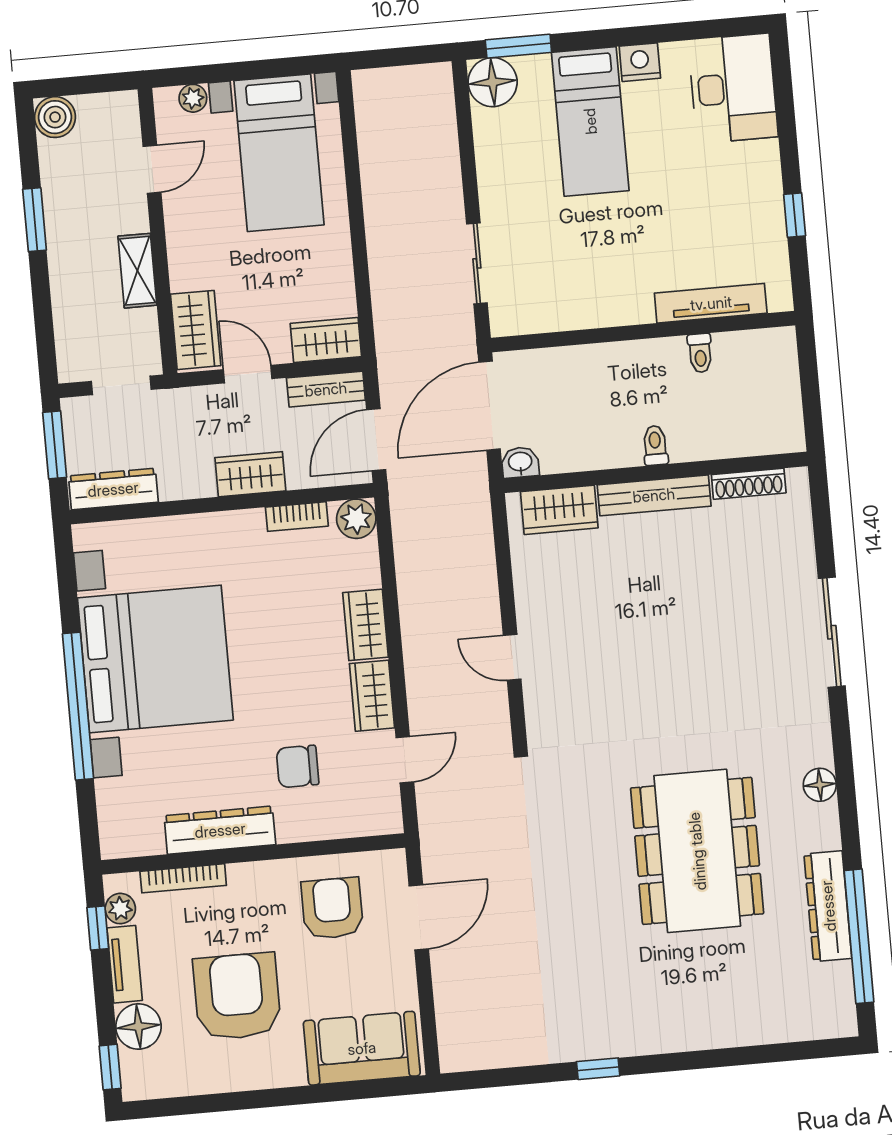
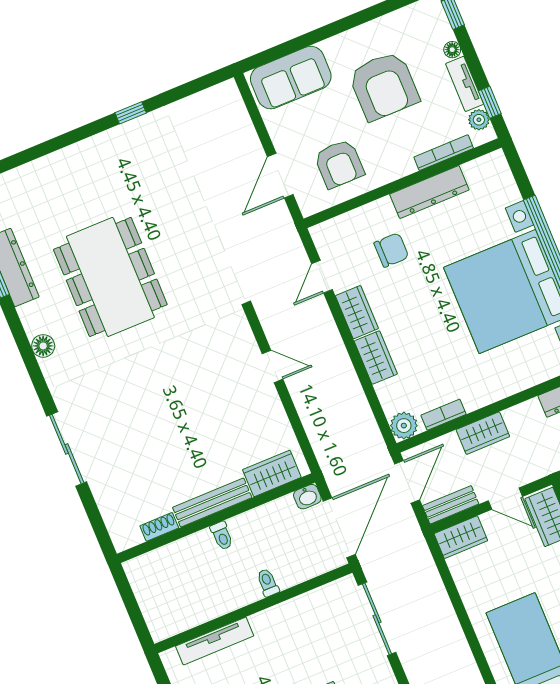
sliding door: (477, 263) -> (377, 619), width x1.37
toilet: (700, 353) -> (268, 583), moved
shoe rack: (749, 484) -> (159, 527), width x0.70
floor lamp: (138, 1026) -> (452, 50), width x0.53, depth x0.53

